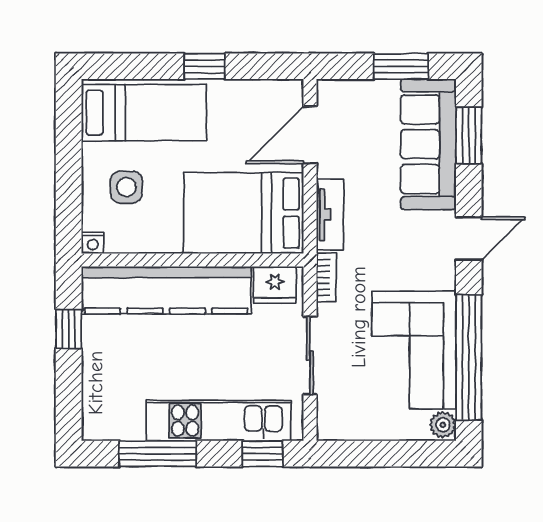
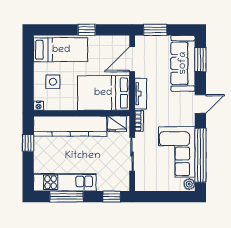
window: (401, 66) -> (155, 30), moved
kitchen unit: (218, 421) -> (65, 182), moved

